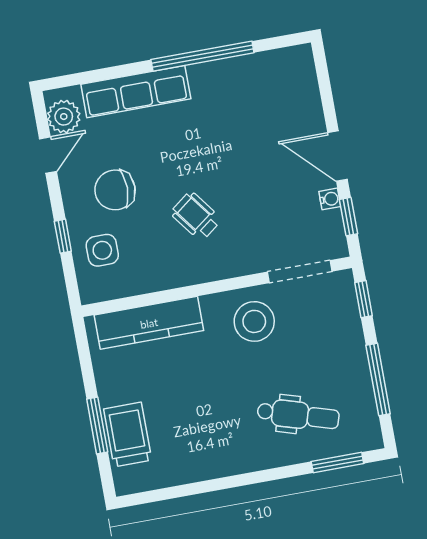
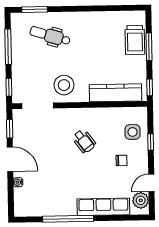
chair: (115, 190) -> (121, 160), width x0.54, depth x0.54
water cooler: (330, 199) -> (18, 182), moved
window: (83, 345) -> (150, 87), added

